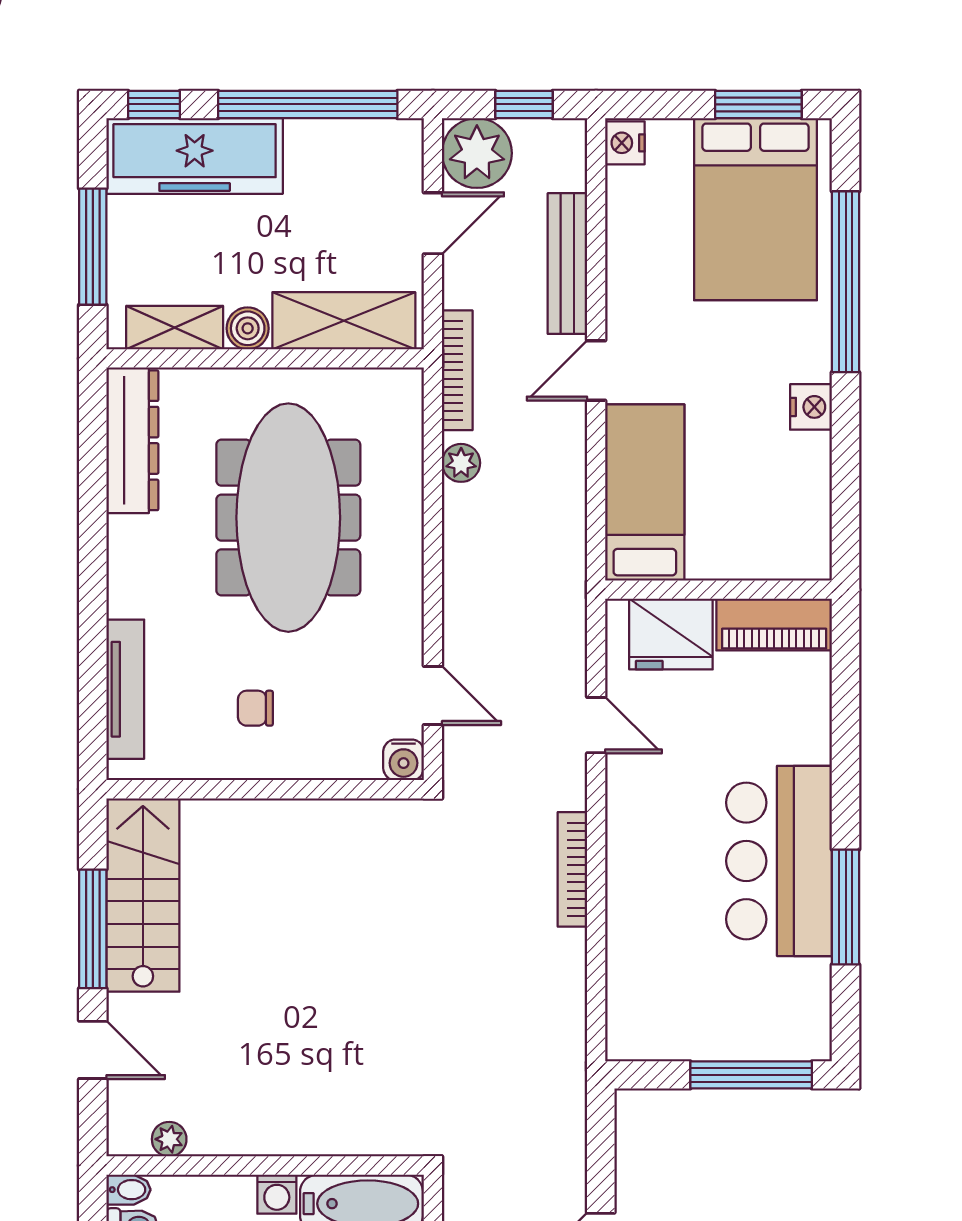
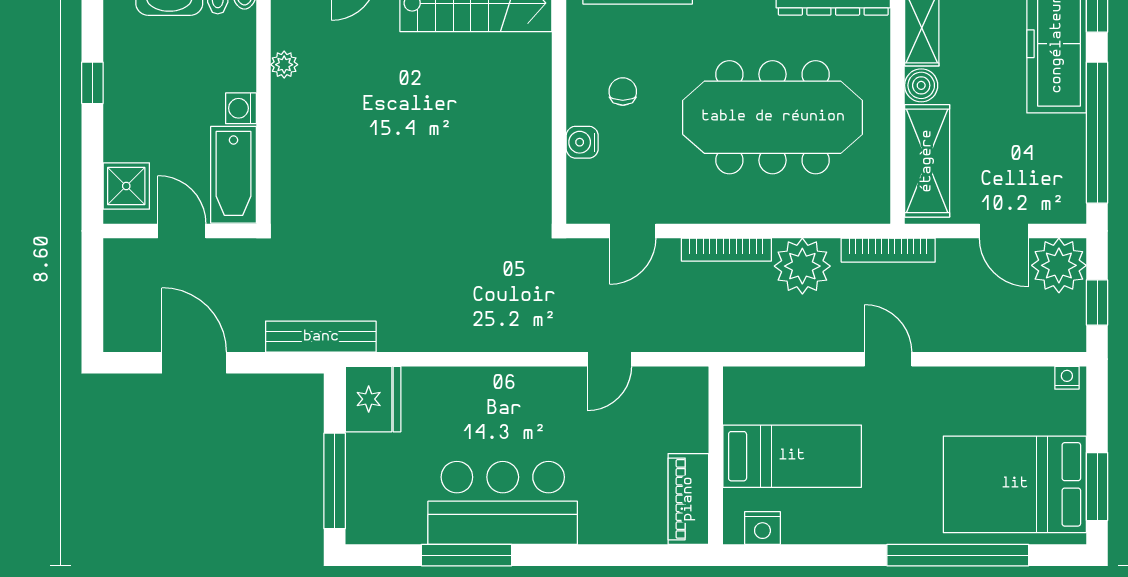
nightstand: (625, 143) -> (1067, 378), width x0.72, depth x0.74
bench: (567, 264) -> (321, 337), moved
nightstand: (811, 407) -> (762, 528), moved
plant: (461, 463) -> (802, 266), width x1.88, depth x1.88
bed: (645, 493) -> (792, 456), moved
fridge: (671, 634) -> (373, 399), moved, turned 180
water cooler: (404, 760) -> (582, 142), moved
bookcase: (572, 869) -> (726, 250), moved, turned 180
plant: (169, 1139) -> (284, 65), moved

